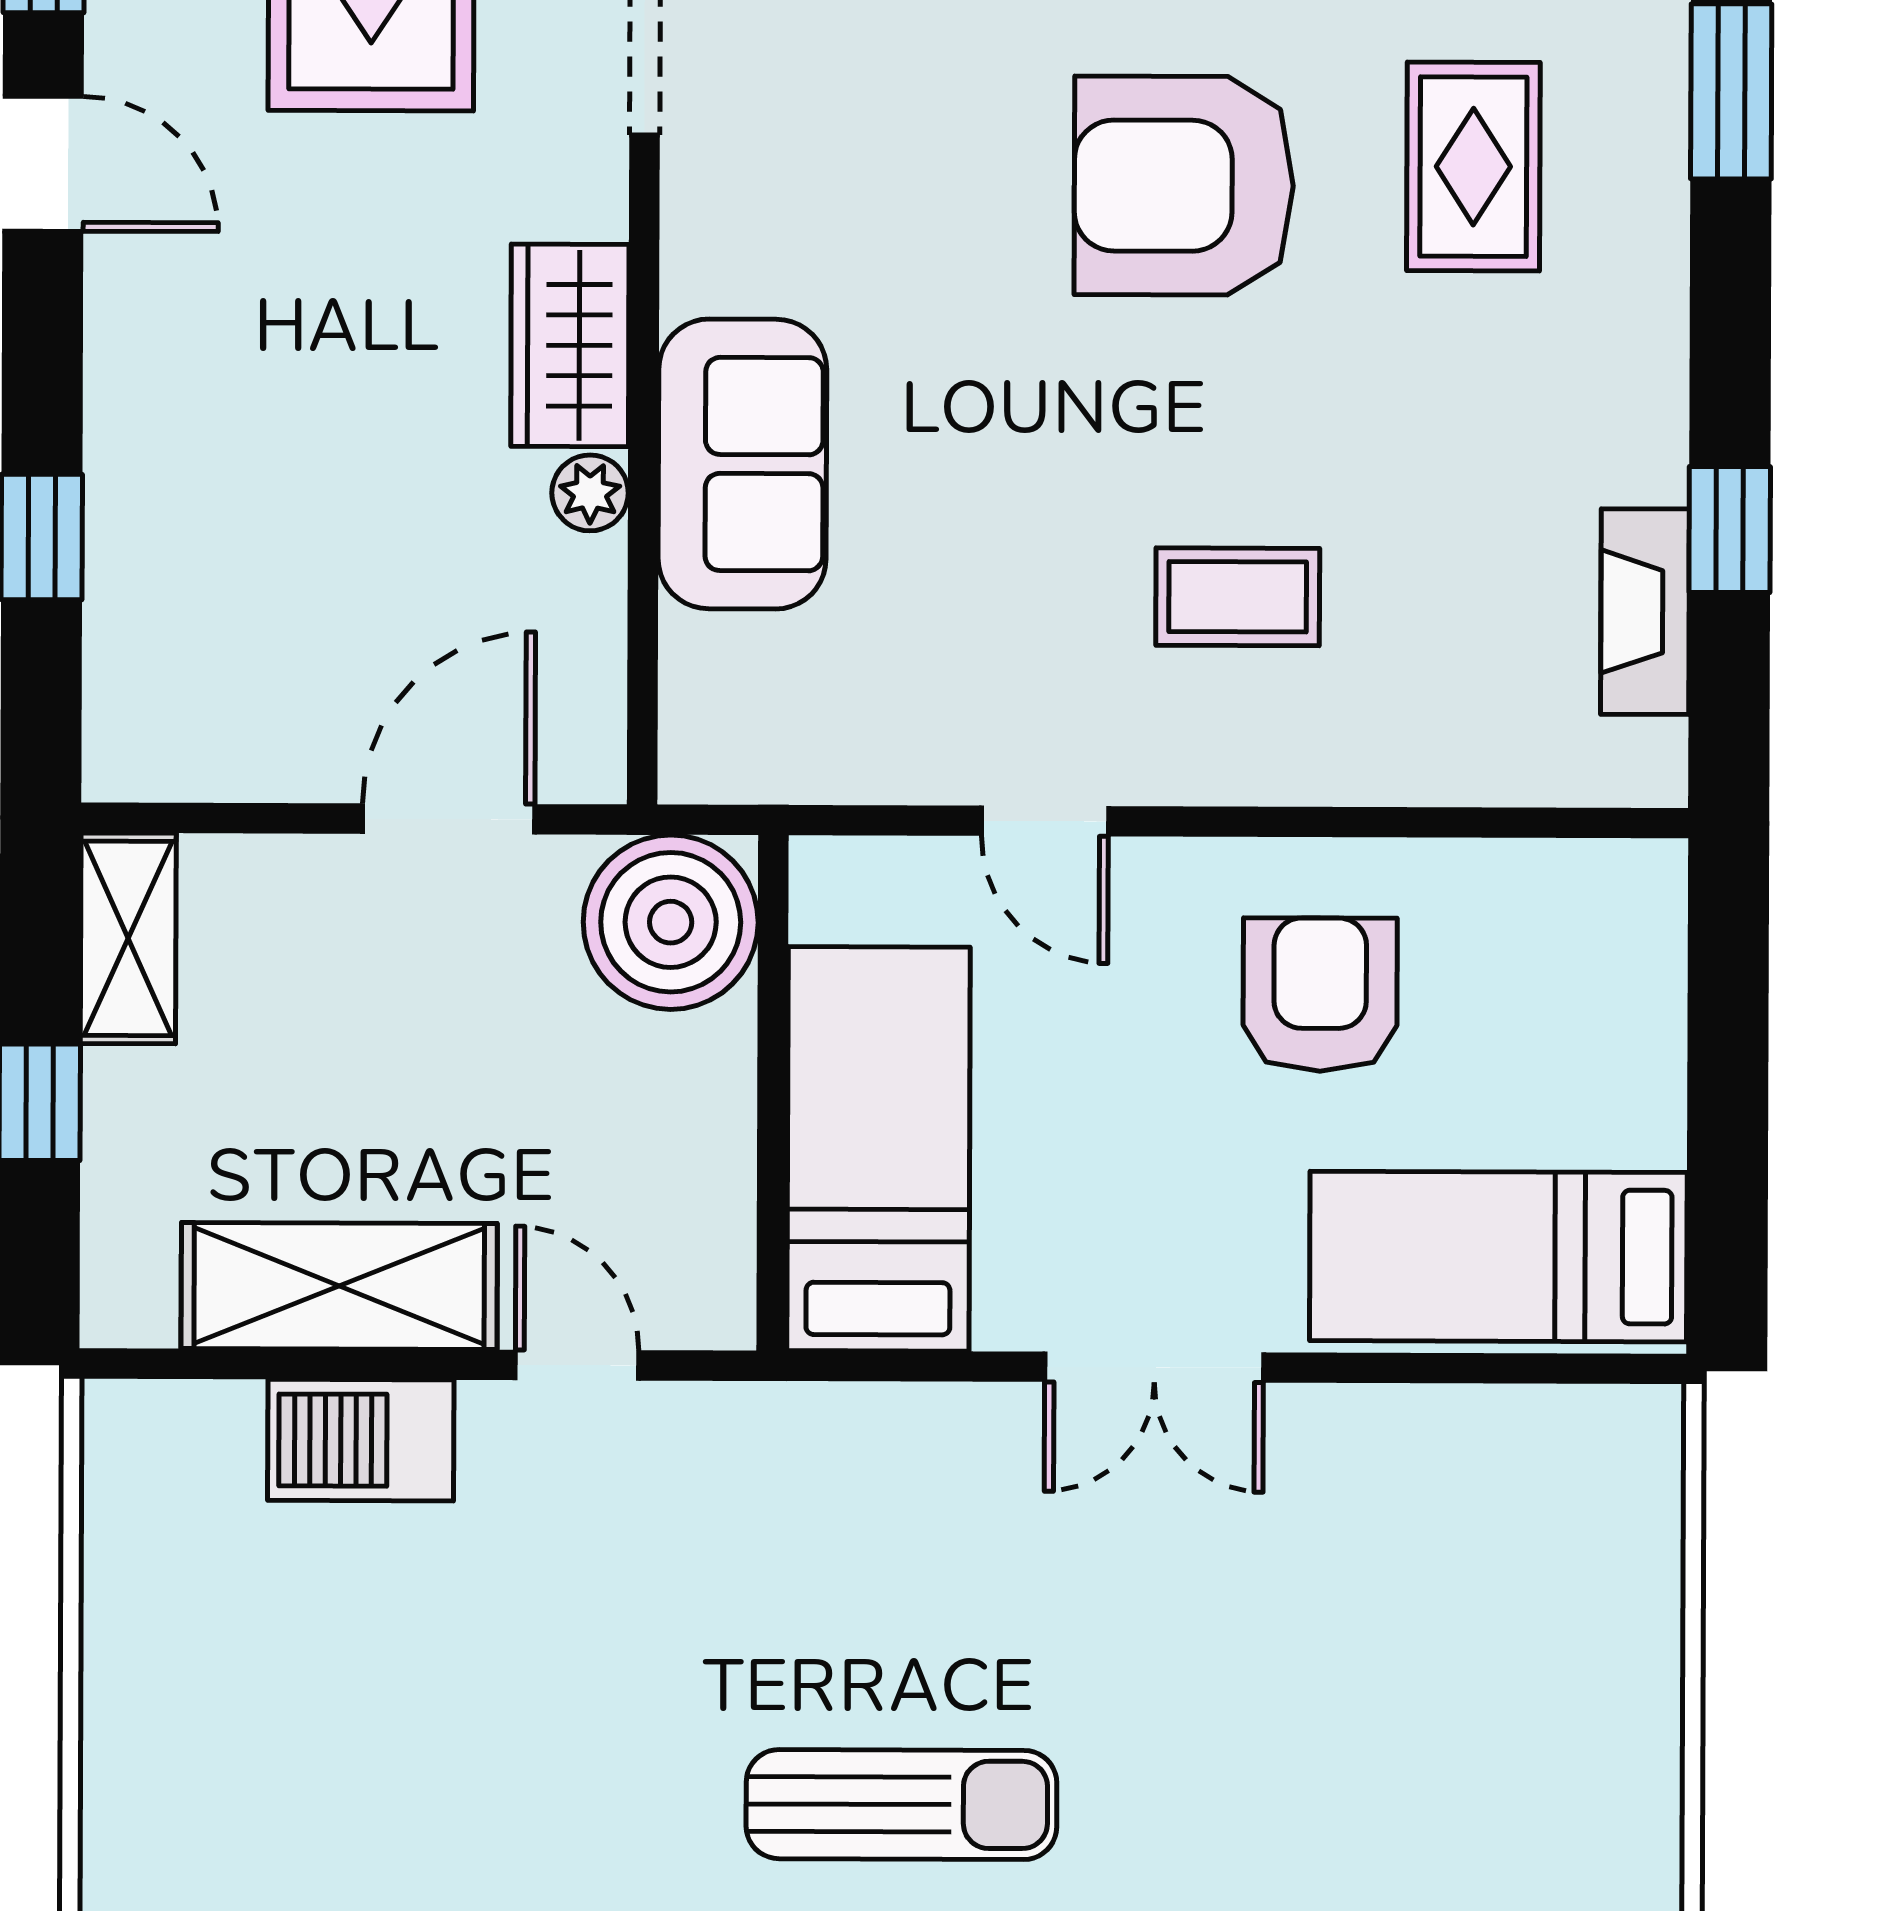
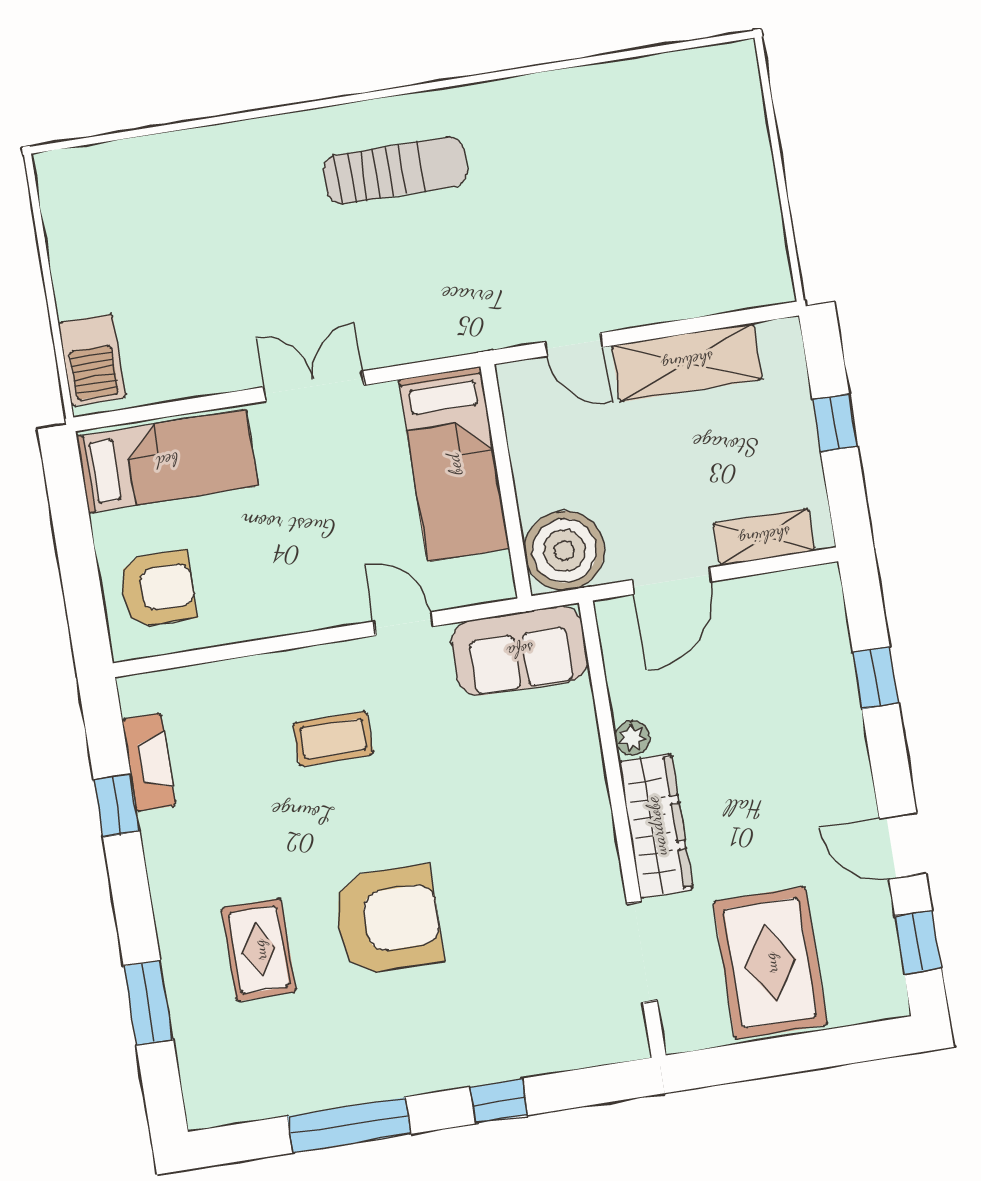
wardrobe: (570, 345) -> (656, 826), width x1.50
sofa: (742, 464) -> (520, 651), moved, turned -90
shelving: (128, 938) -> (764, 537), moved, turned 90
armchair: (1320, 995) -> (158, 589), moved, turned -90
barbecue: (361, 1440) -> (92, 360), moved, turned 90
sun lounger: (901, 1805) -> (395, 171), turned 180

